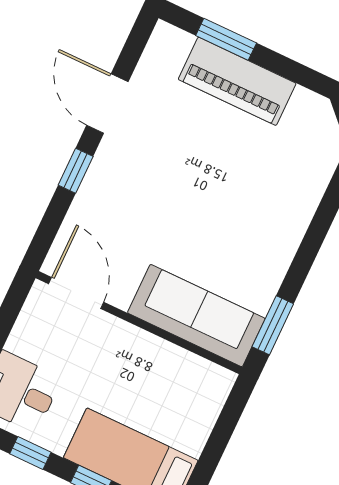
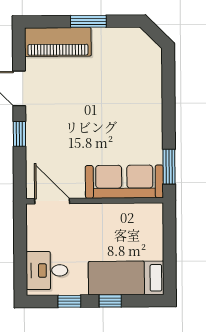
window: (226, 39) -> (88, 21), moved
piano: (237, 81) -> (58, 42), moved

